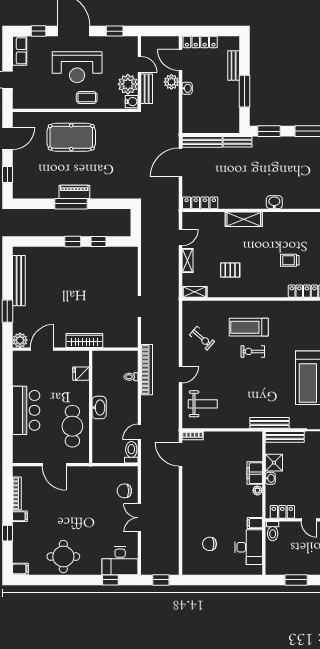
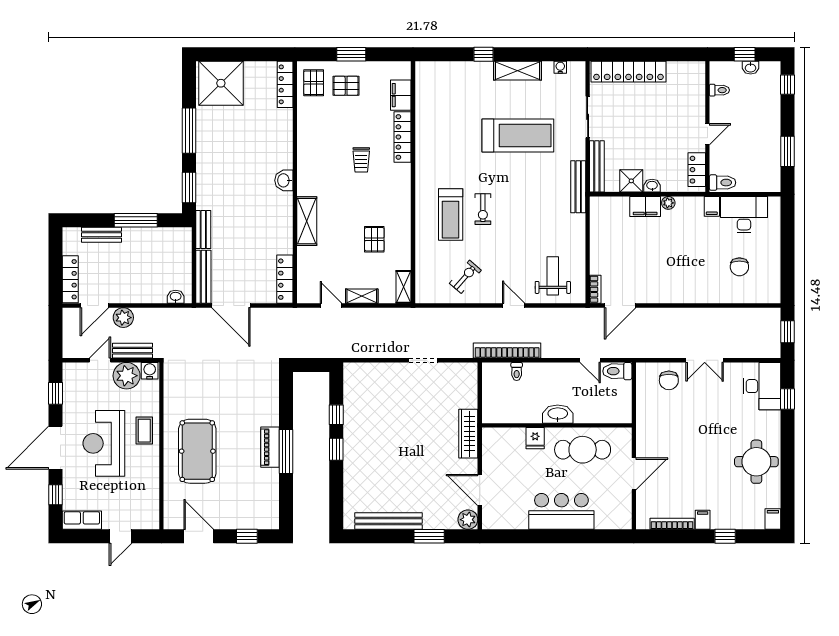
reception desk: (77, 67) -> (104, 443), turned 180
washbasin: (187, 88) -> (176, 297), moved
fridge: (81, 374) -> (535, 438), moved

